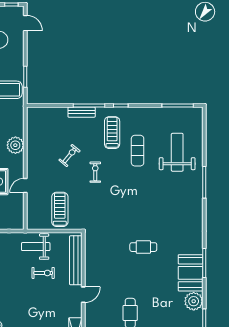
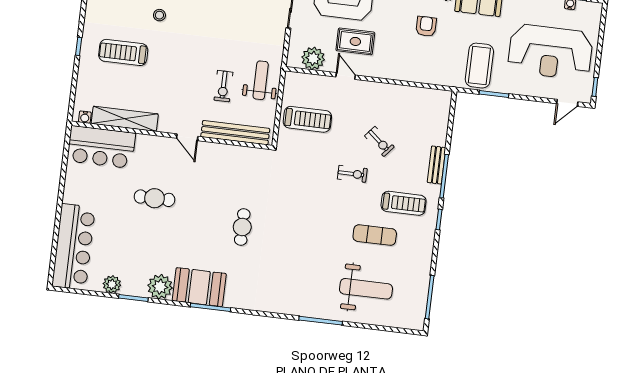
plant: (15, 145) -> (313, 58), moved

